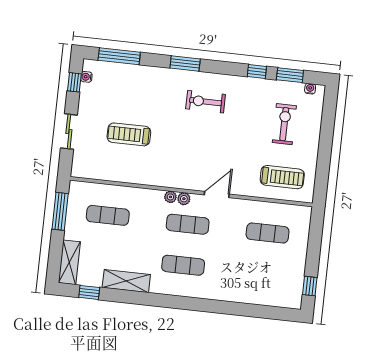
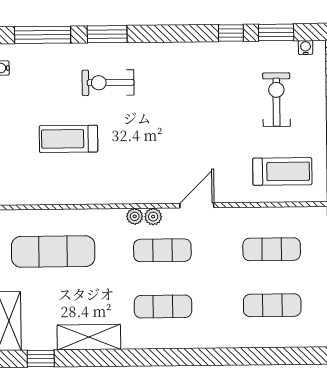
window: (185, 64) -> (107, 34), moved
exercise bike: (206, 102) -> (108, 83), moved
exercise mat: (108, 215) -> (53, 251), width x1.36, depth x1.45
exercise mat: (263, 274) -> (272, 305), added

